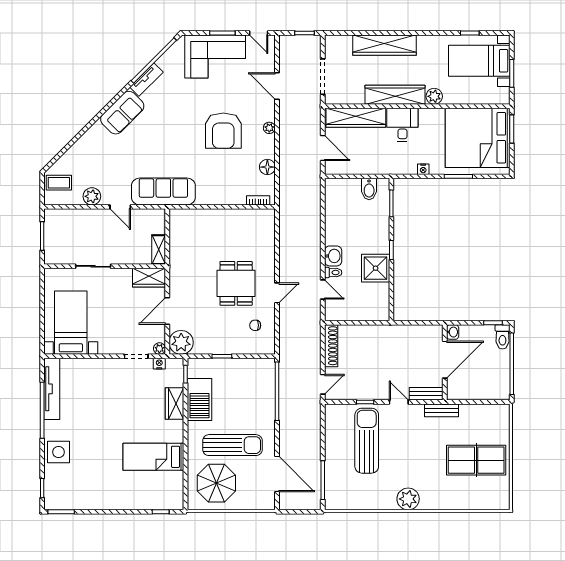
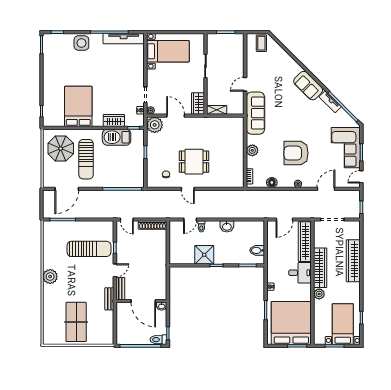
plant: (92, 196) -> (252, 150), moved
washbasin: (333, 256) -> (227, 226), moved
bed: (153, 457) -> (78, 106), width x1.50

